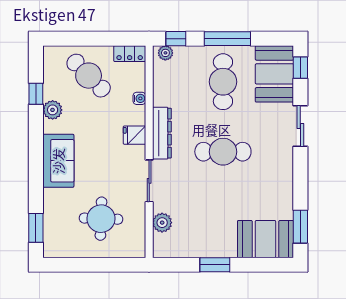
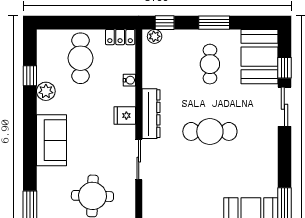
window: (227, 39) -> (214, 23), width x0.69
window: (300, 68) -> (284, 68), moved
cafe table: (89, 76) -> (81, 58), turned 45
cafe table: (223, 82) -> (210, 64), width x0.73, depth x0.74
plant: (162, 223) -> (151, 200), removed

